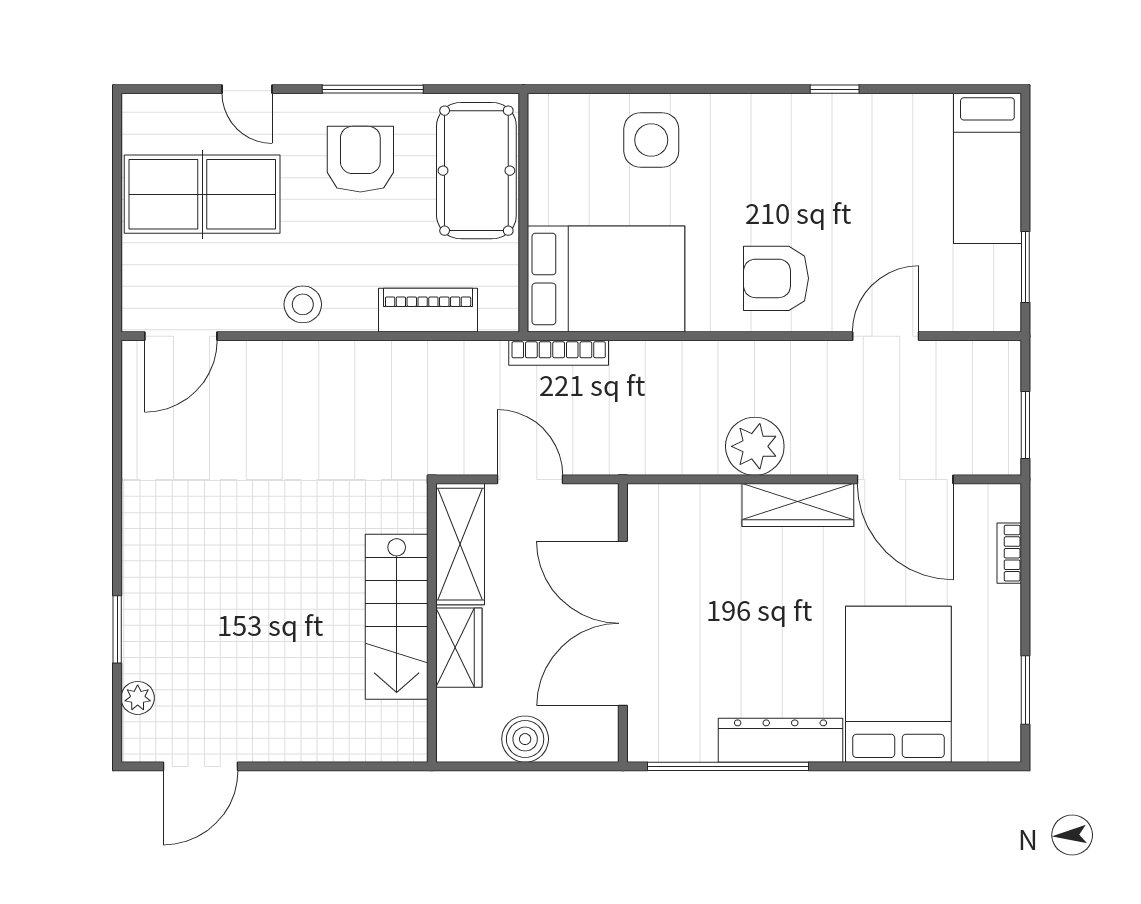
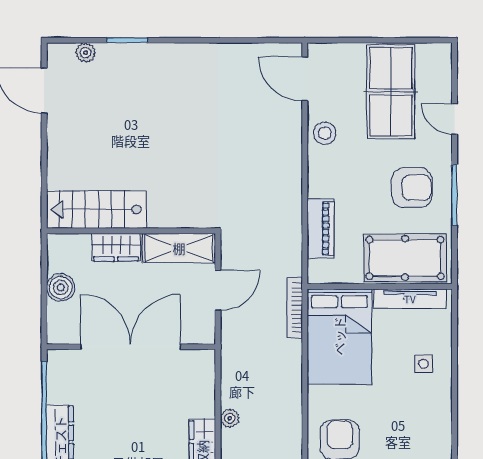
door: (247, 89) -> (454, 119), hinge flipped
side table: (651, 140) -> (424, 364), width x0.54, depth x0.54
tv unit: (544, 163) -> (410, 299), added
stool: (303, 304) -> (325, 133), moved
plant: (755, 446) -> (230, 418), width x0.53, depth x0.53
stairs: (397, 617) -> (97, 210), moved

